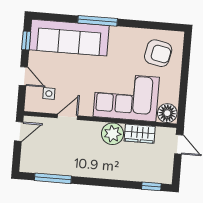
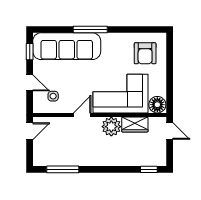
armchair: (158, 53) -> (145, 53), turned 79
door: (67, 117) -> (82, 115), moved

